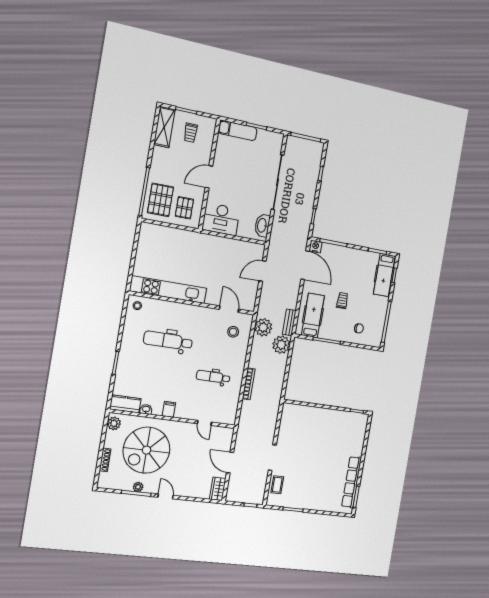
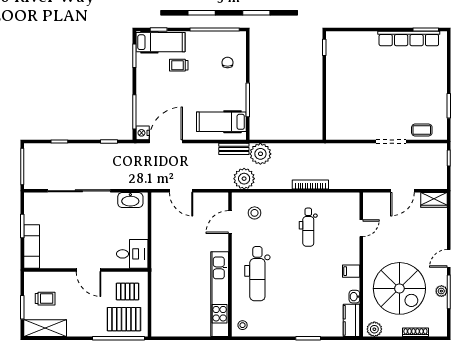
desk: (221, 219) -> (132, 254), width x0.73
trolley: (342, 301) -> (179, 65), moved
dental chair: (168, 341) -> (257, 274), moved

